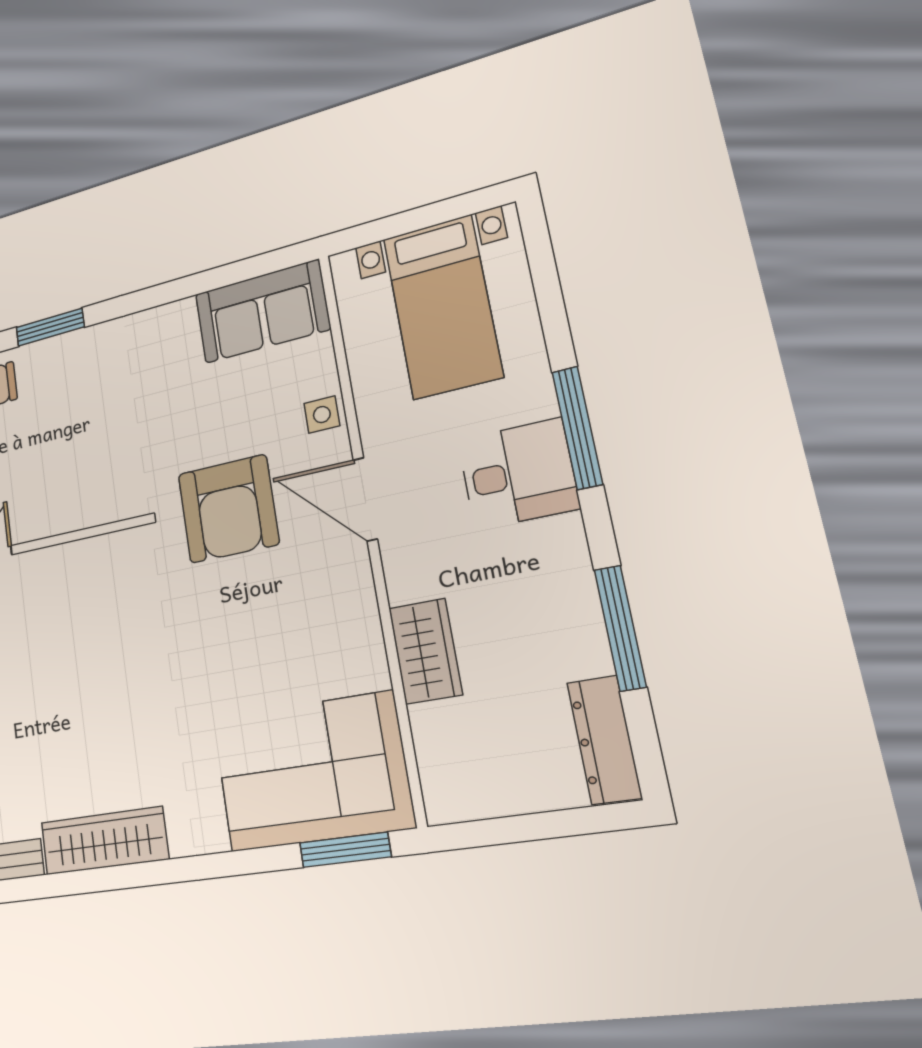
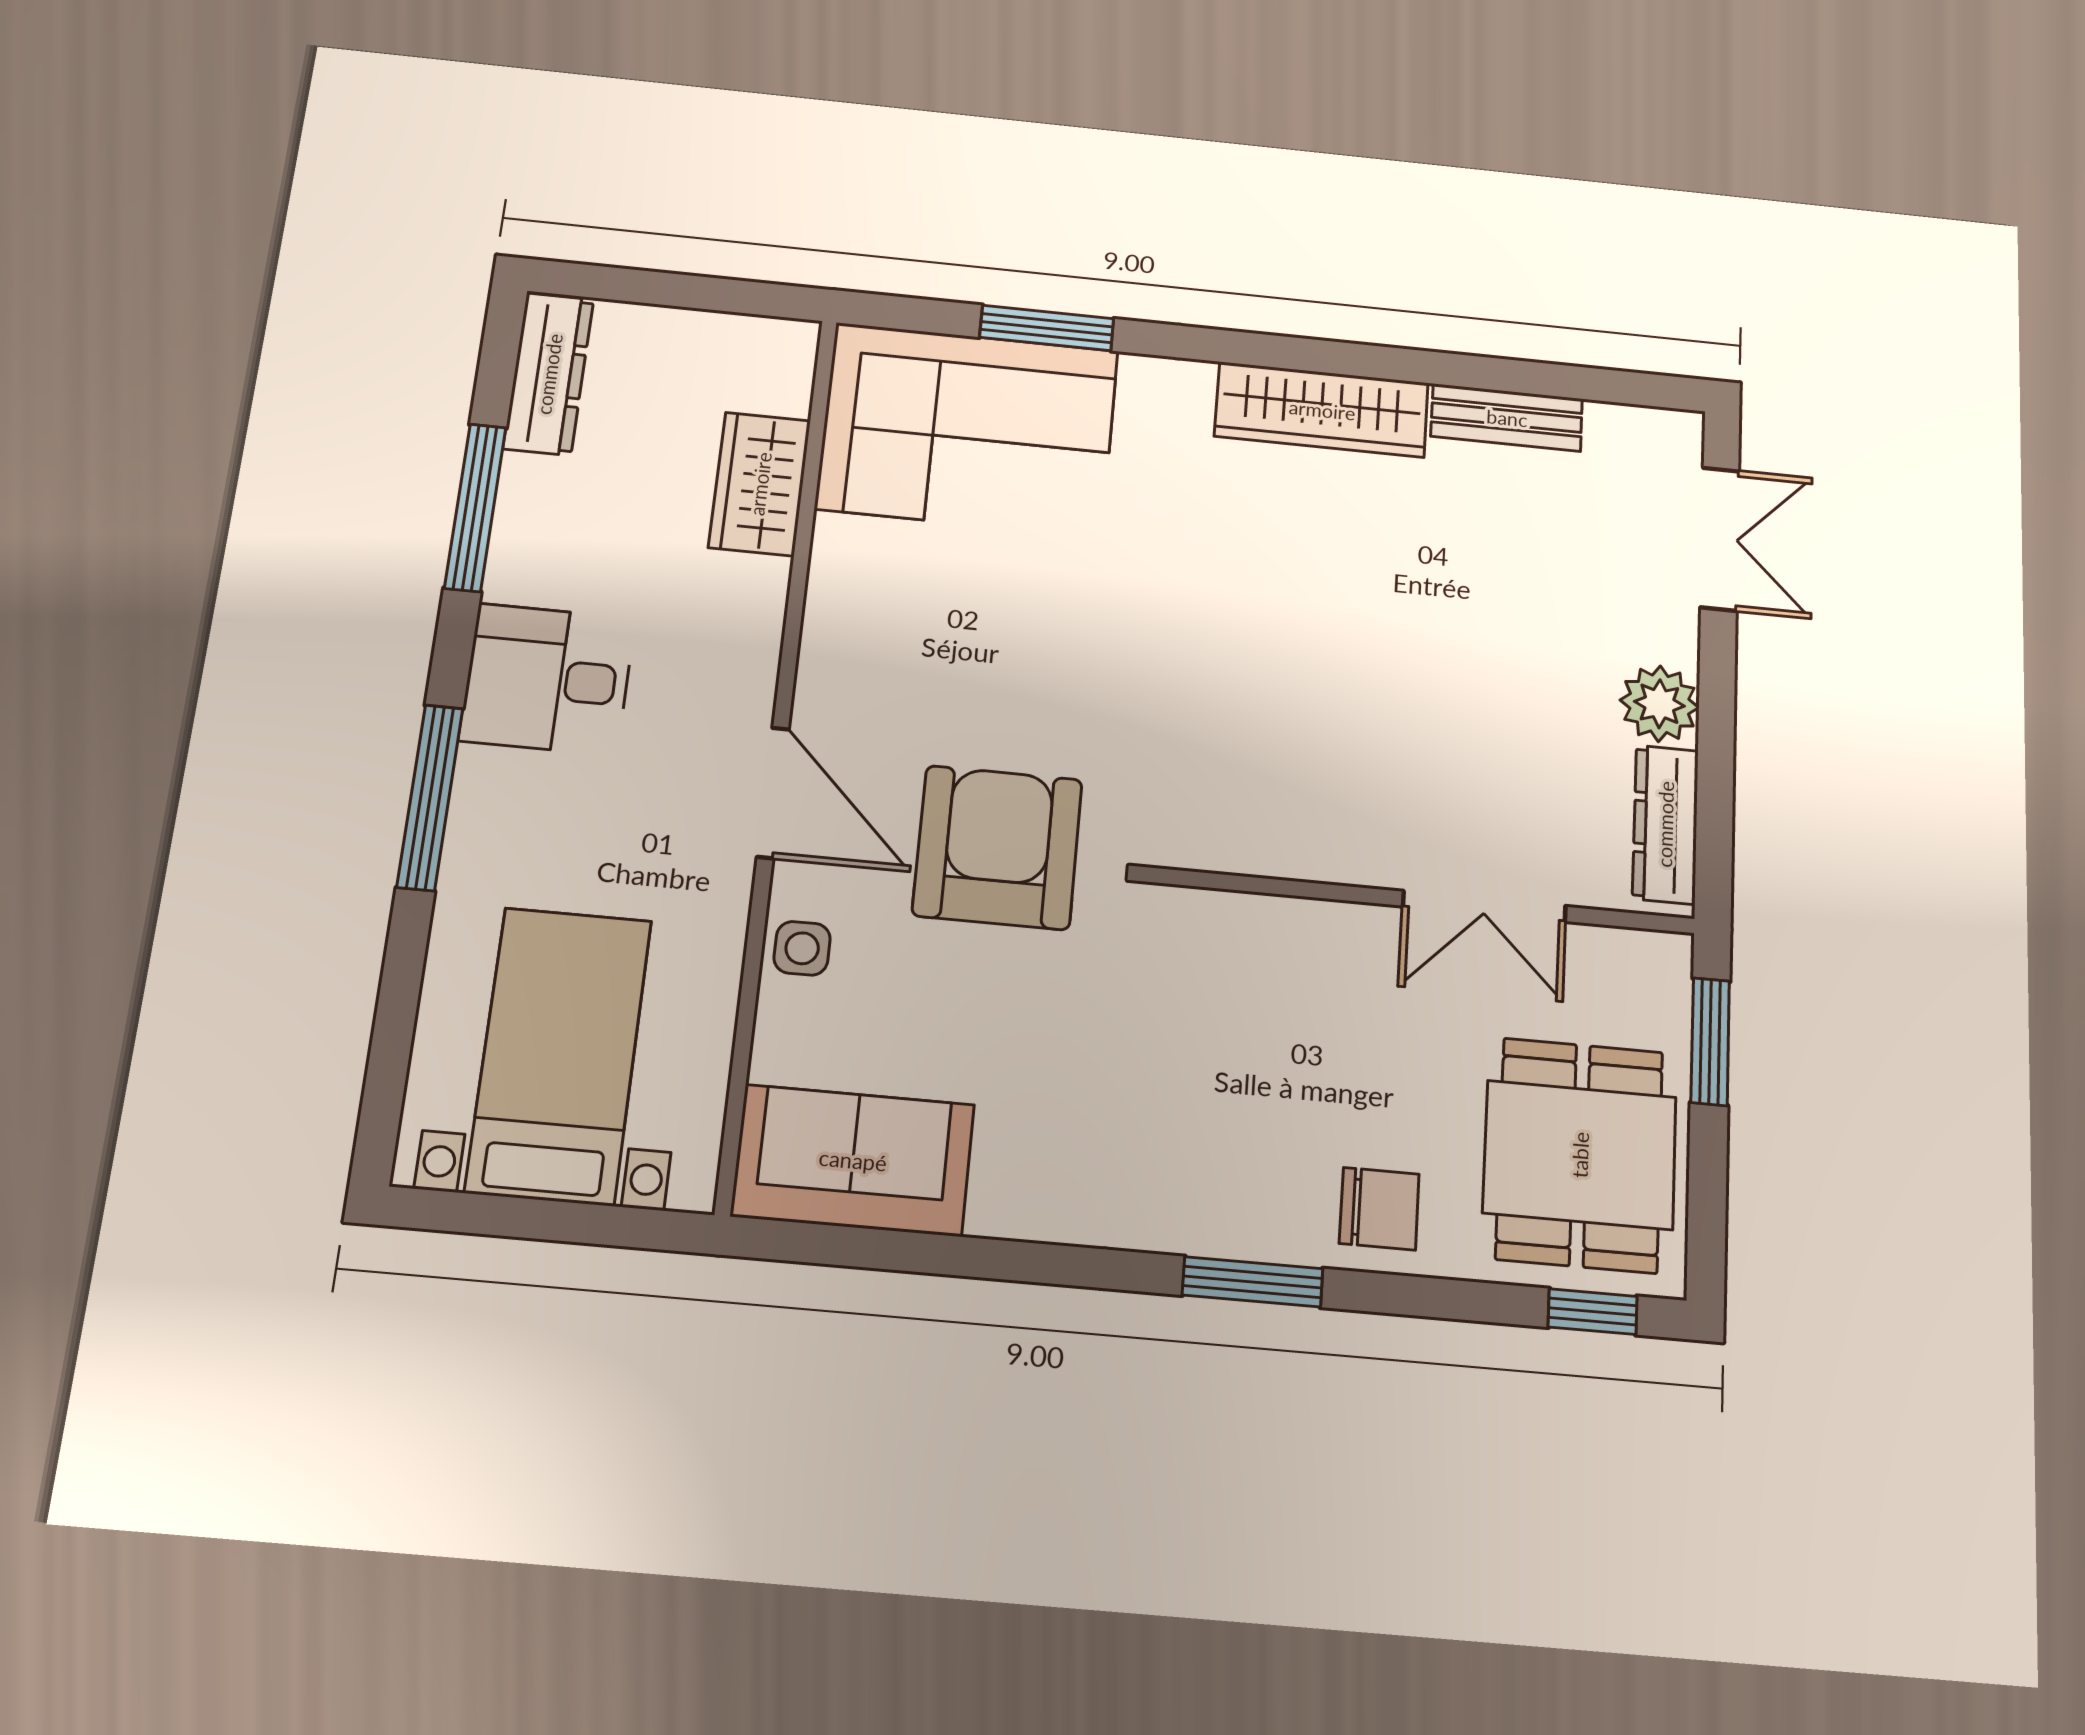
desk: (518, 474) -> (547, 679), moved
wardrobe: (425, 651) -> (760, 484), moved
window: (345, 850) -> (1047, 328), moved

